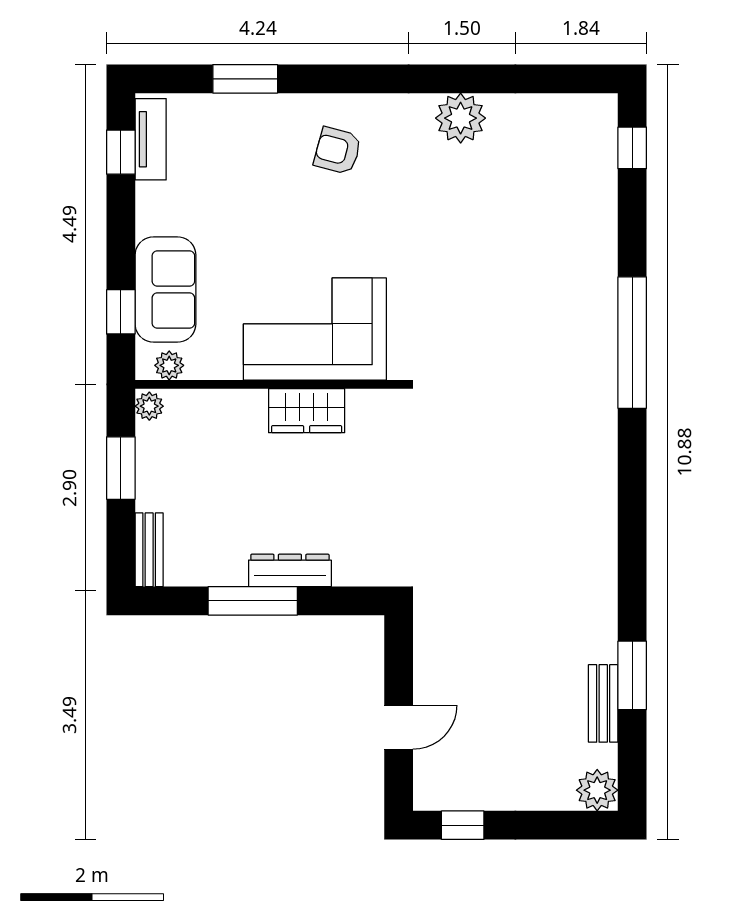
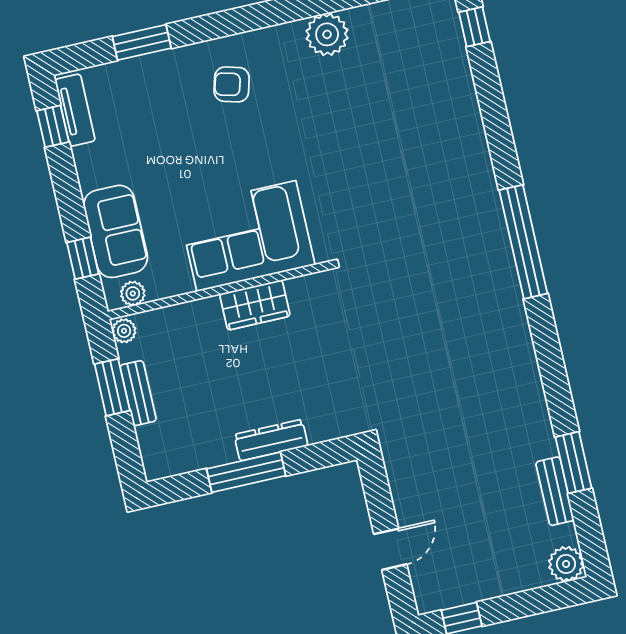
window: (632, 343) -> (523, 242), moved
bench: (149, 550) -> (138, 393), moved

